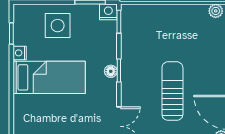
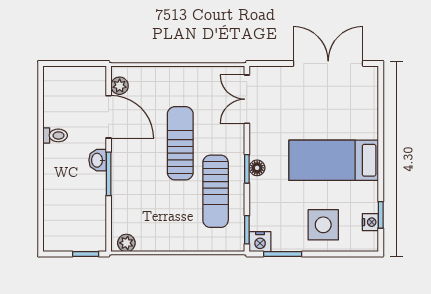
sun lounger: (144, 52) -> (216, 191), added
nightstand: (20, 53) -> (370, 222), moved
sun lounger: (172, 91) -> (180, 143), turned 180

